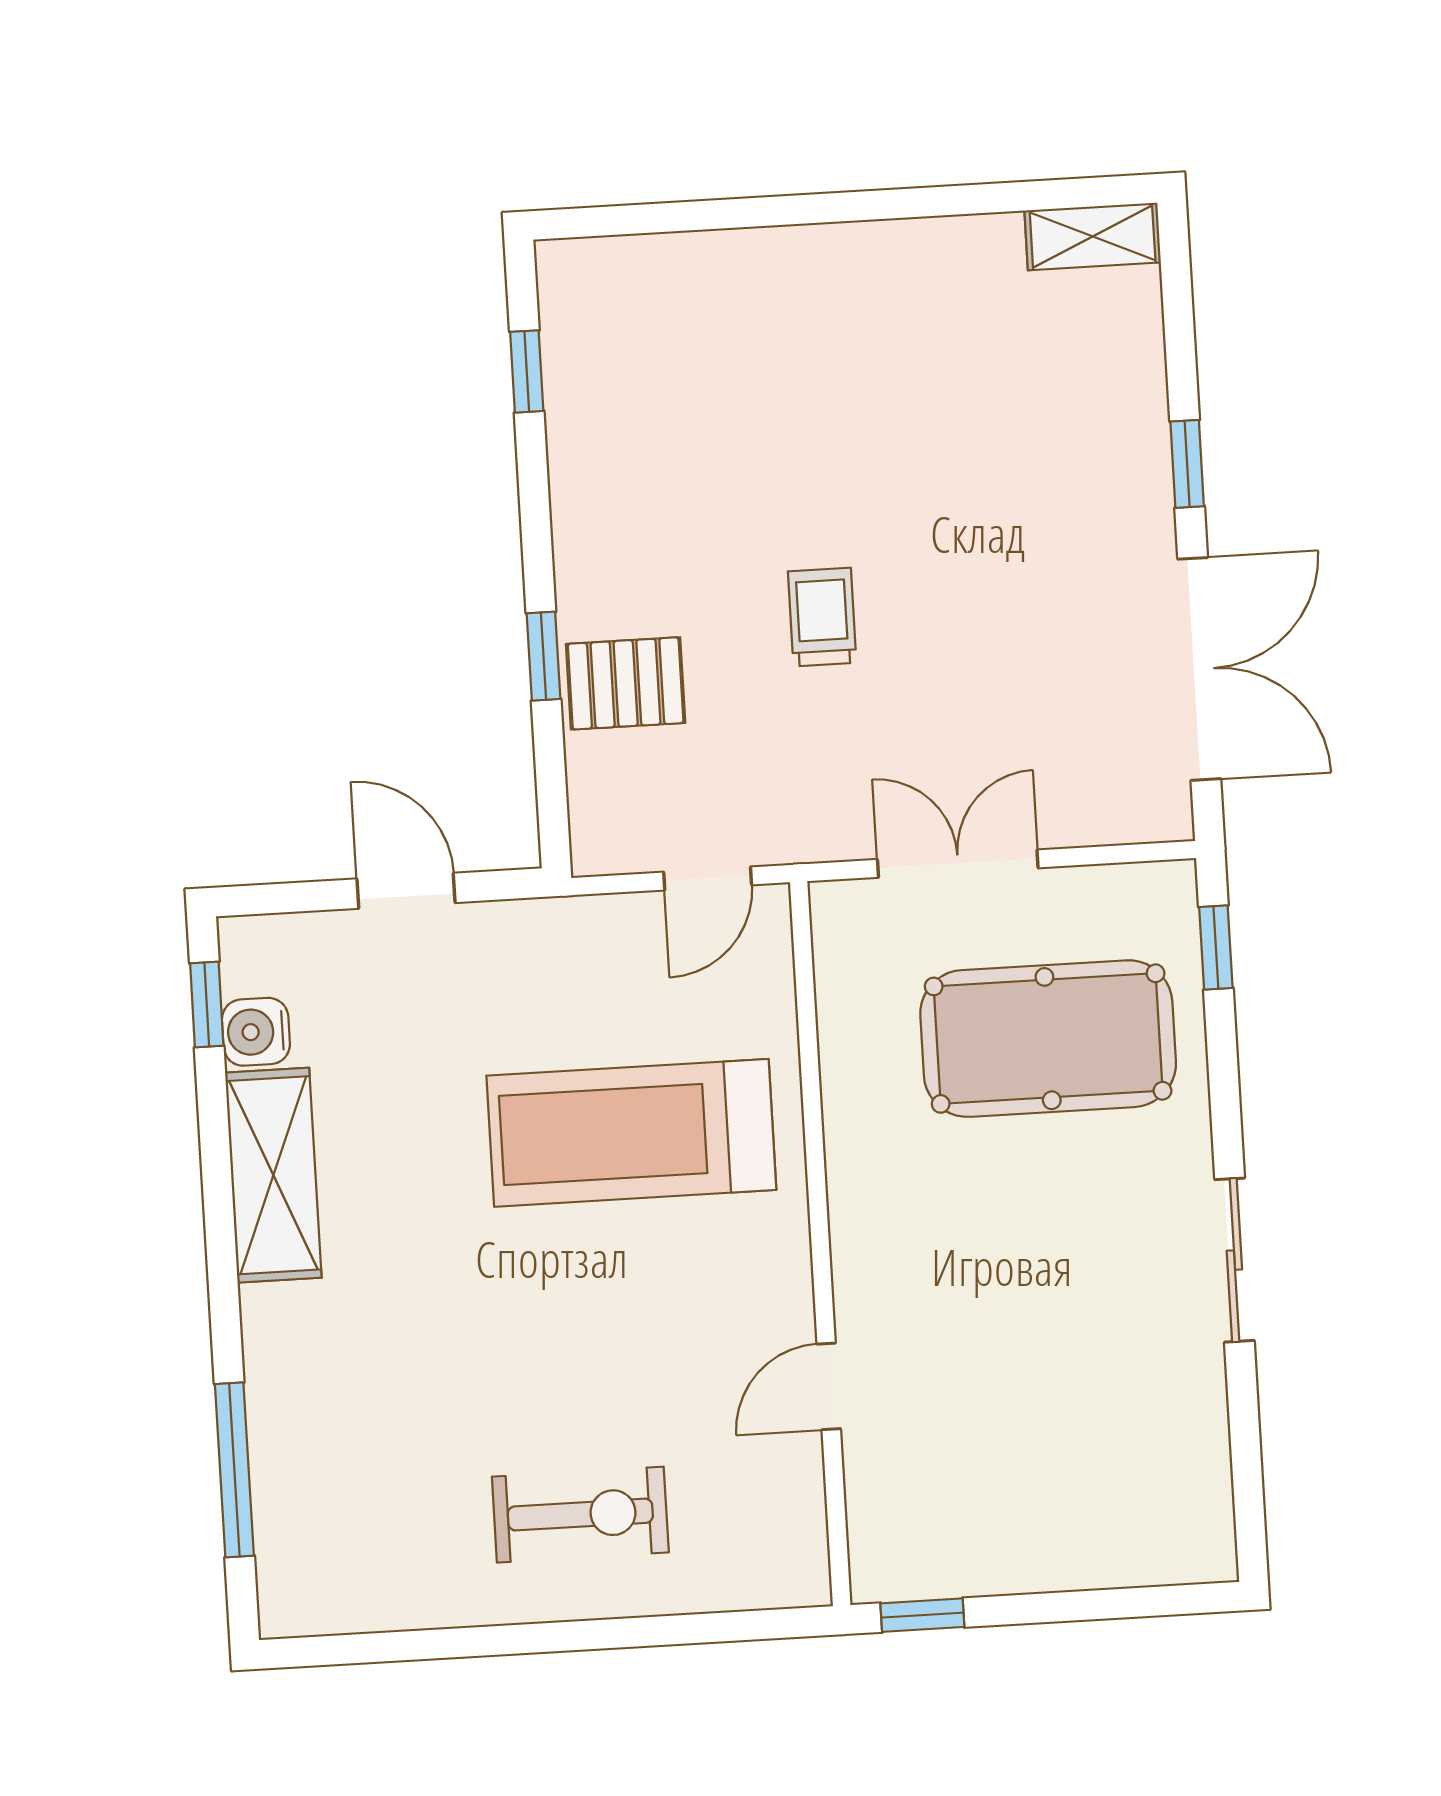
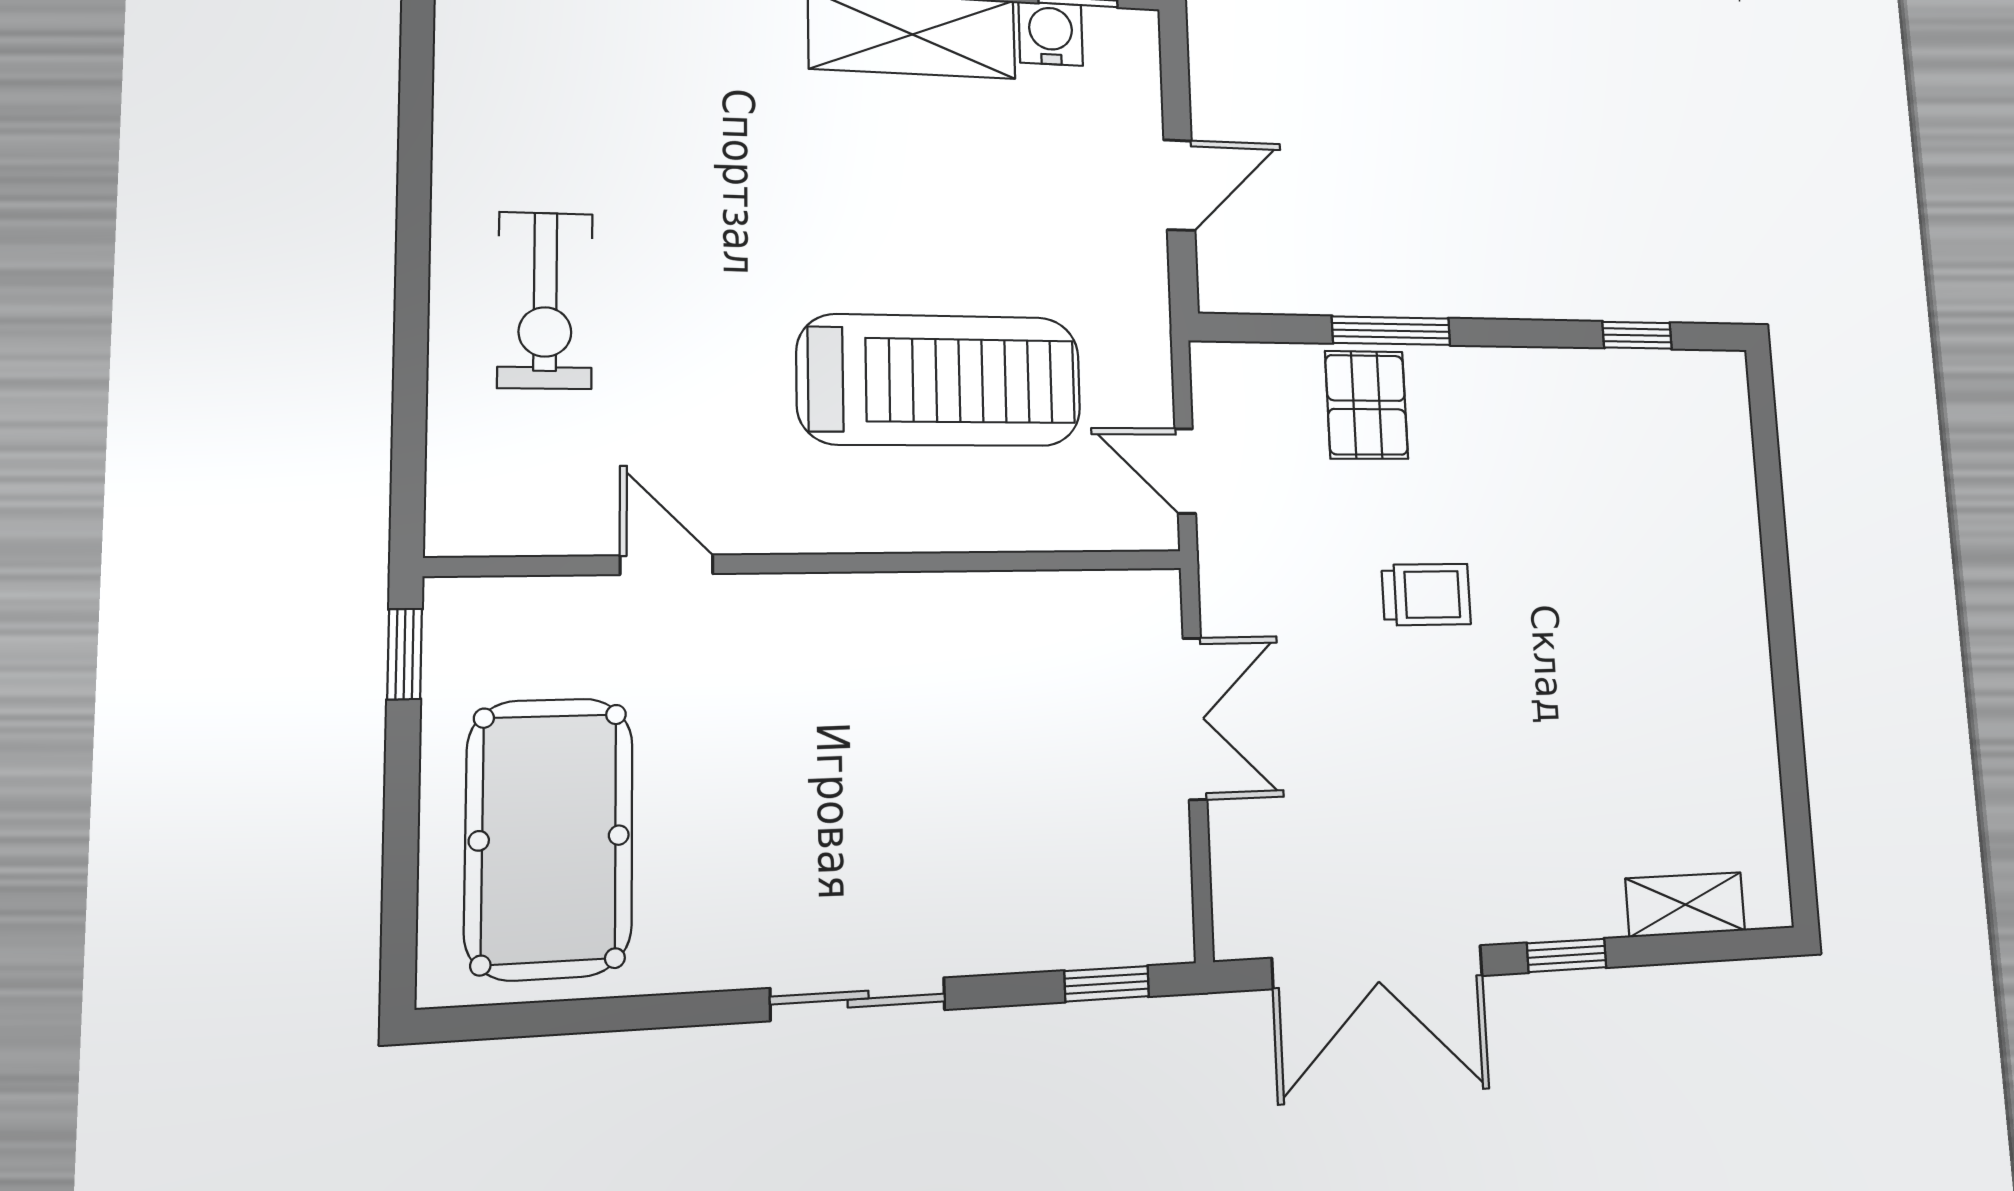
shelving: (1093, 236) -> (1685, 905), moved, turned 90
window: (544, 656) -> (1391, 331), width x1.50
pool table: (1048, 1039) -> (549, 838), moved
treadmill: (631, 1133) -> (940, 380), turned 90
sliding door: (1234, 1260) -> (858, 999), moved

